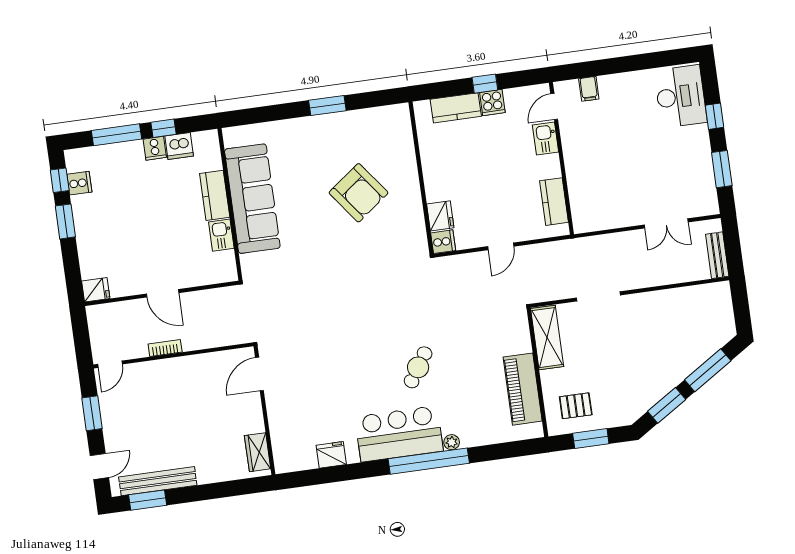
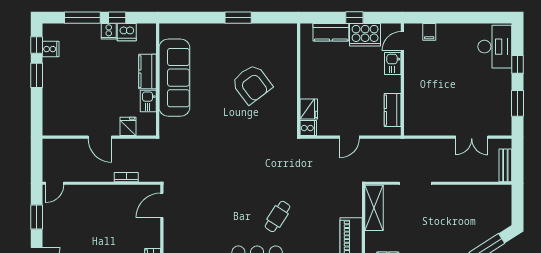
cooker: (492, 103) -> (365, 35), width x1.87, depth x1.31
fridge: (96, 290) -> (128, 126), moved, turned -90
bookcase: (165, 348) -> (126, 177), moved

